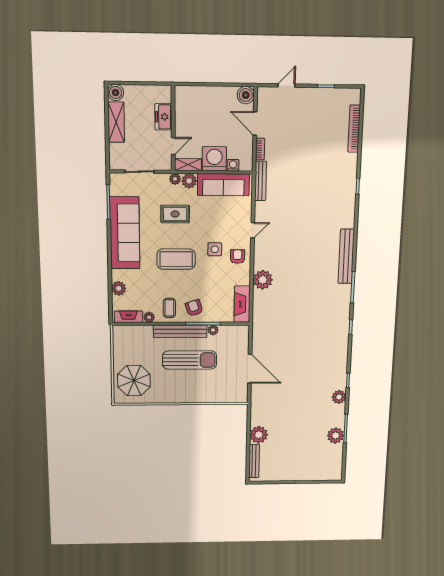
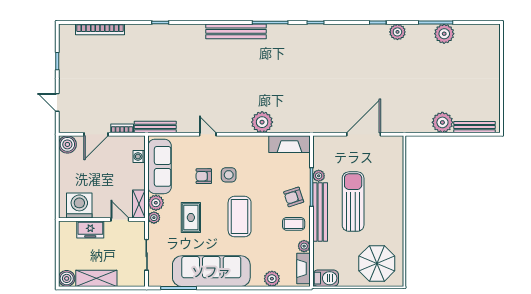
washing machine: (214, 159) -> (79, 205), moved, turned 90
armchair: (238, 257) -> (204, 176), moved
barbecue: (120, 336) -> (326, 278), added

